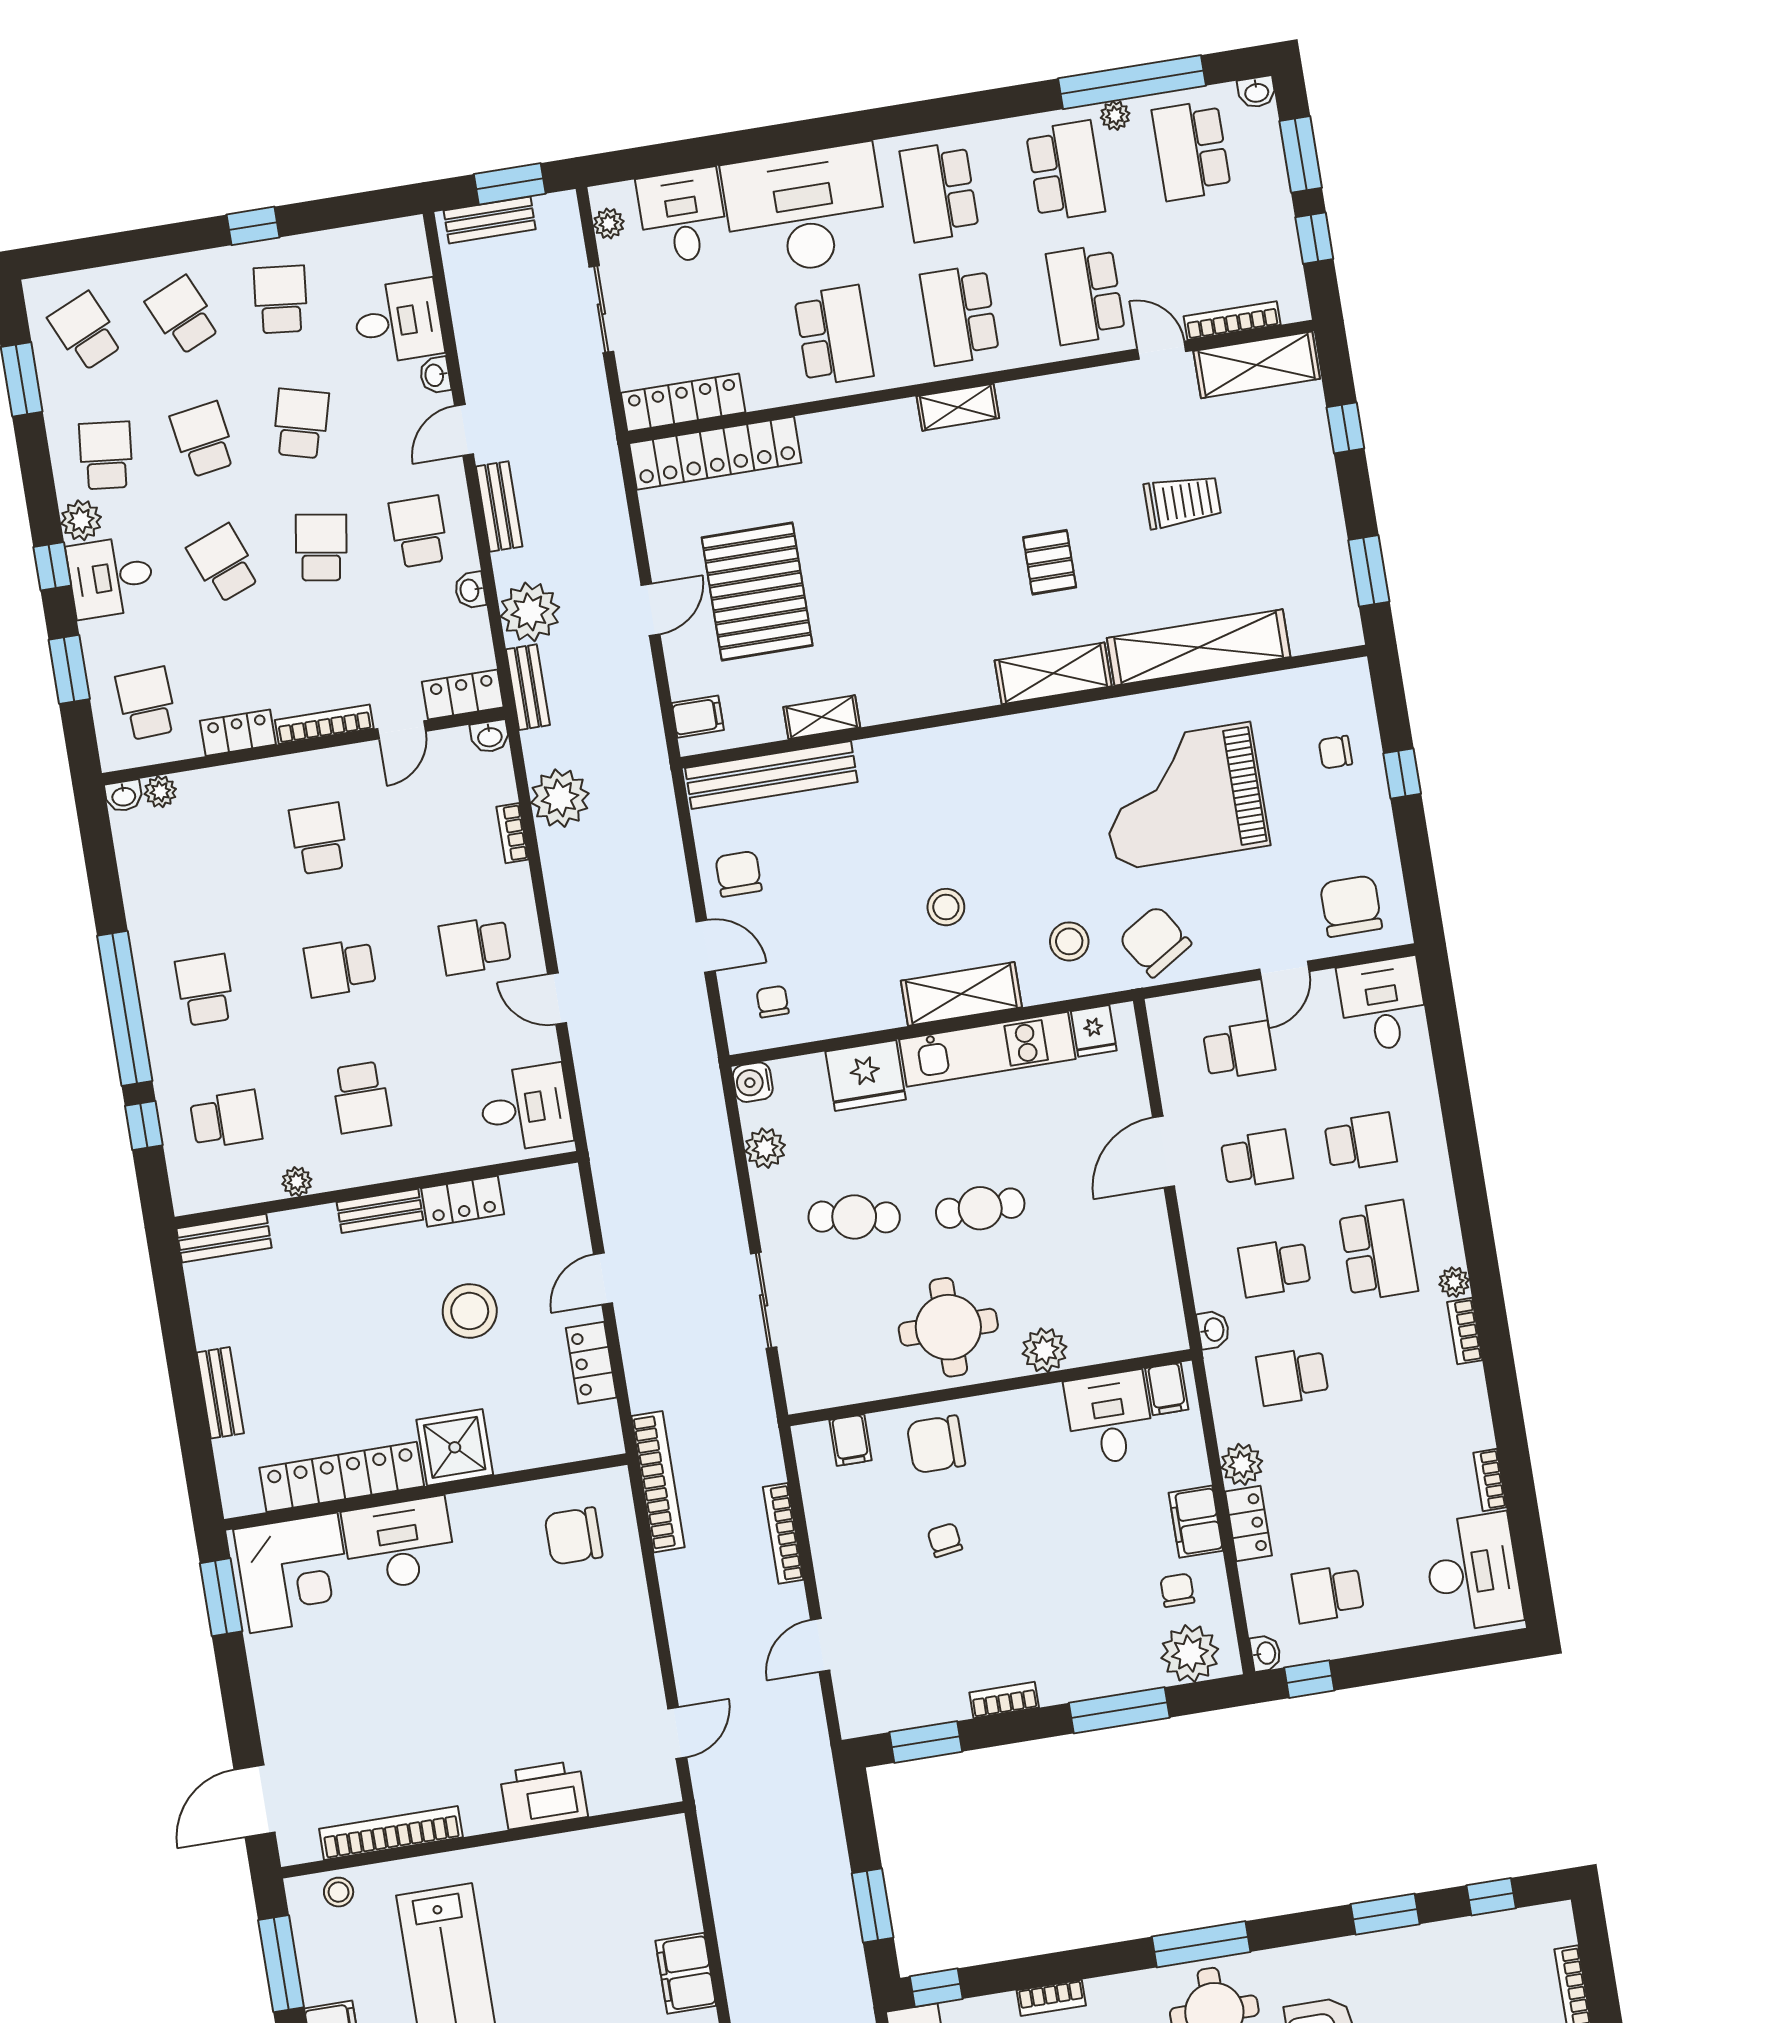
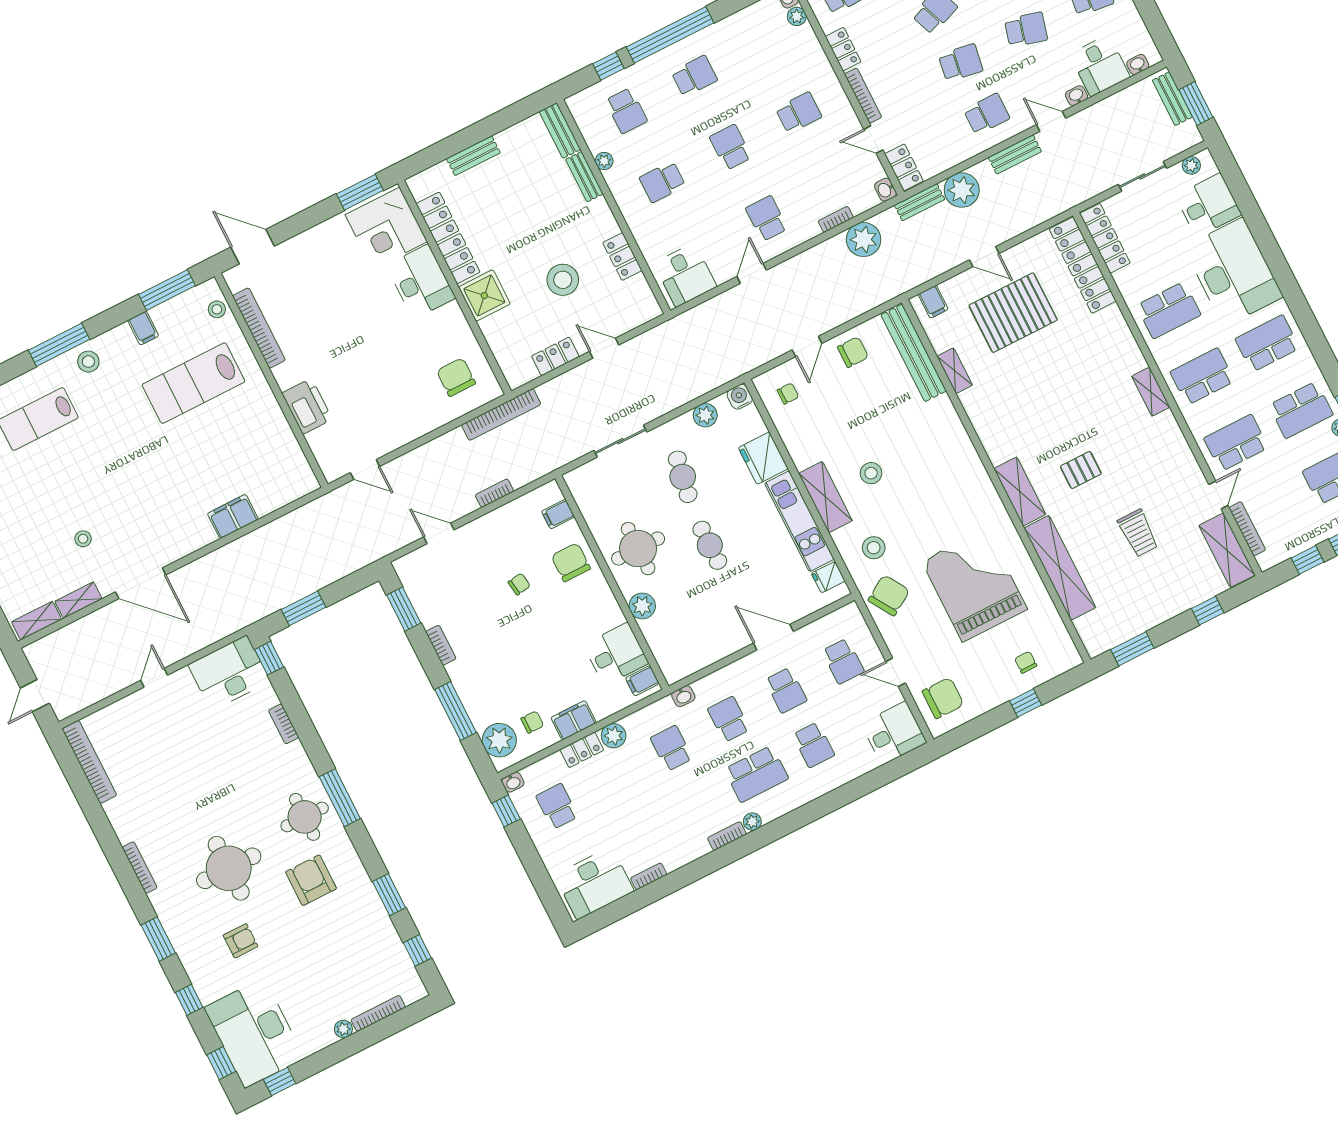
washbasin: (470, 590) -> (1138, 65), moved
bench: (380, 1211) -> (584, 177), moved
bookcase: (783, 1533) -> (494, 493), width x0.64

